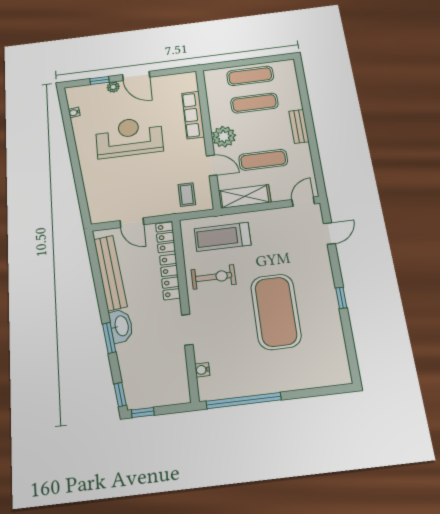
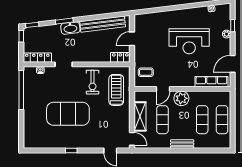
door: (136, 76) -> (233, 64), moved
row of seats: (193, 115) -> (211, 82), moved
reception desk: (129, 137) -> (189, 41), turned 90
shelving: (245, 196) -> (140, 116), moved
locker: (170, 277) -> (37, 58), moved

